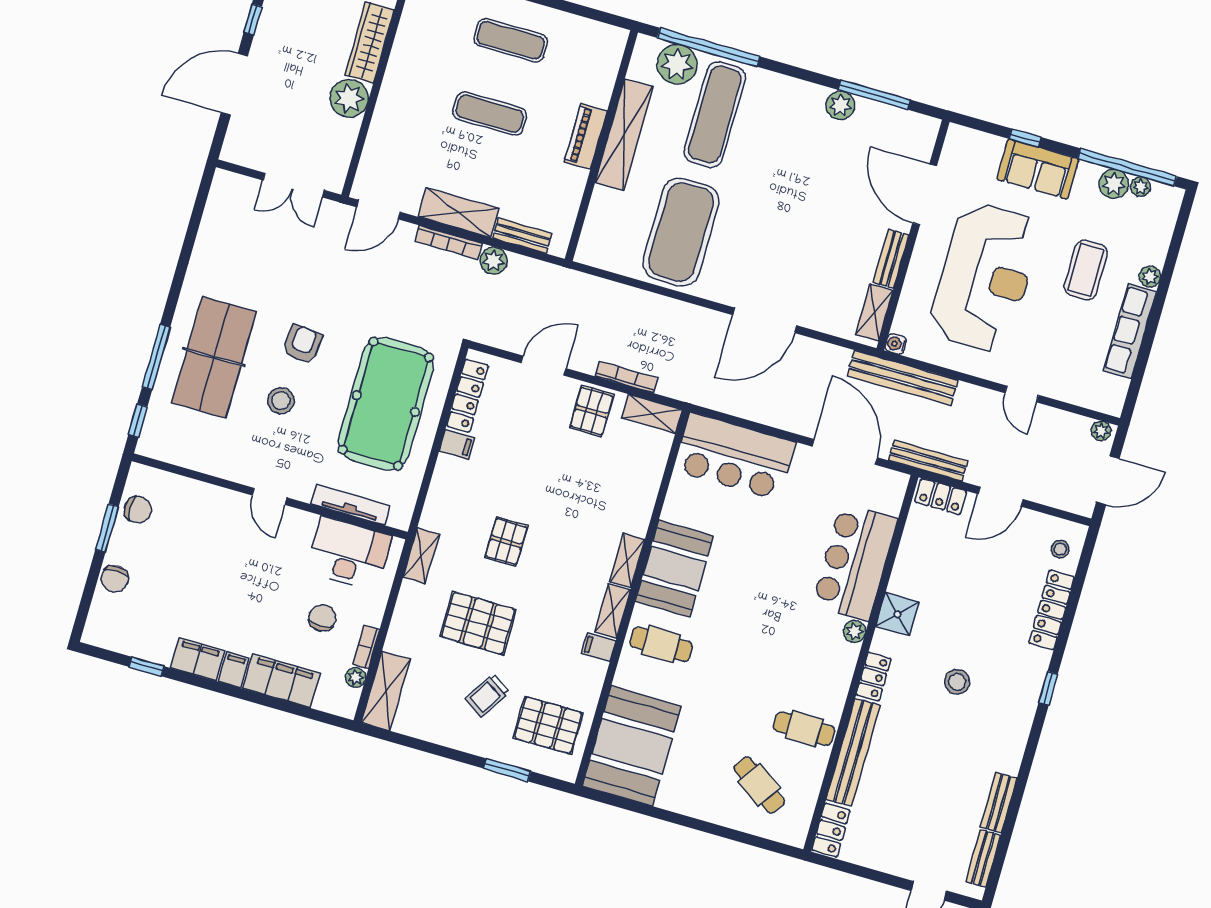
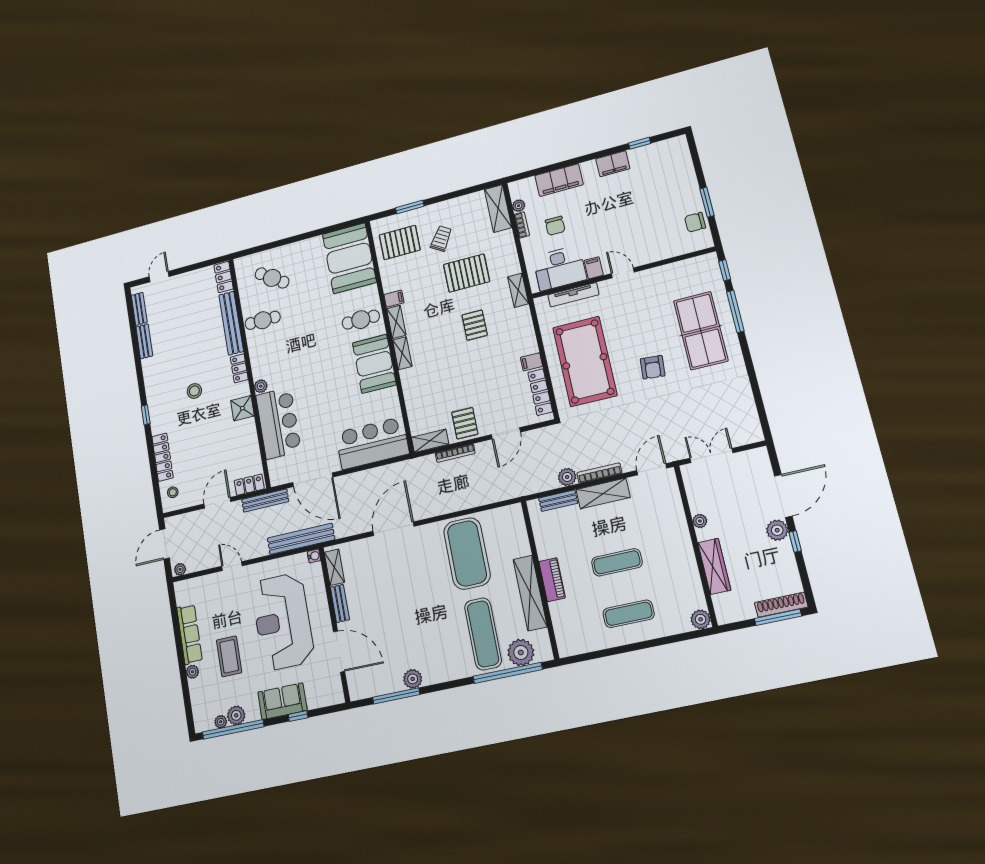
plant: (266, 45) -> (777, 530), added
plant: (349, 98) -> (700, 521), width x0.53, depth x0.53
stool: (281, 401) -> (647, 329), removed
chair: (115, 579) -> (686, 178), removed
filing cabinet: (234, 670) -> (594, 268), moved, turned 180

